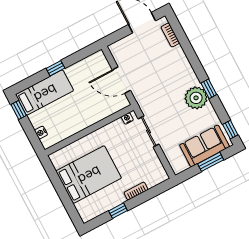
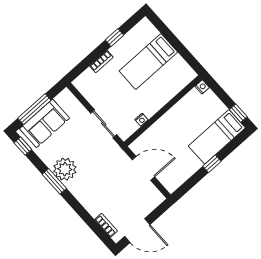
window: (209, 89) -> (54, 181), width x1.50
nightstand: (127, 118) -> (141, 120), moved
nightstand: (41, 133) -> (202, 87), moved
window: (211, 162) -> (34, 109), width x1.44
bed: (89, 175) -> (148, 61), width x0.67

